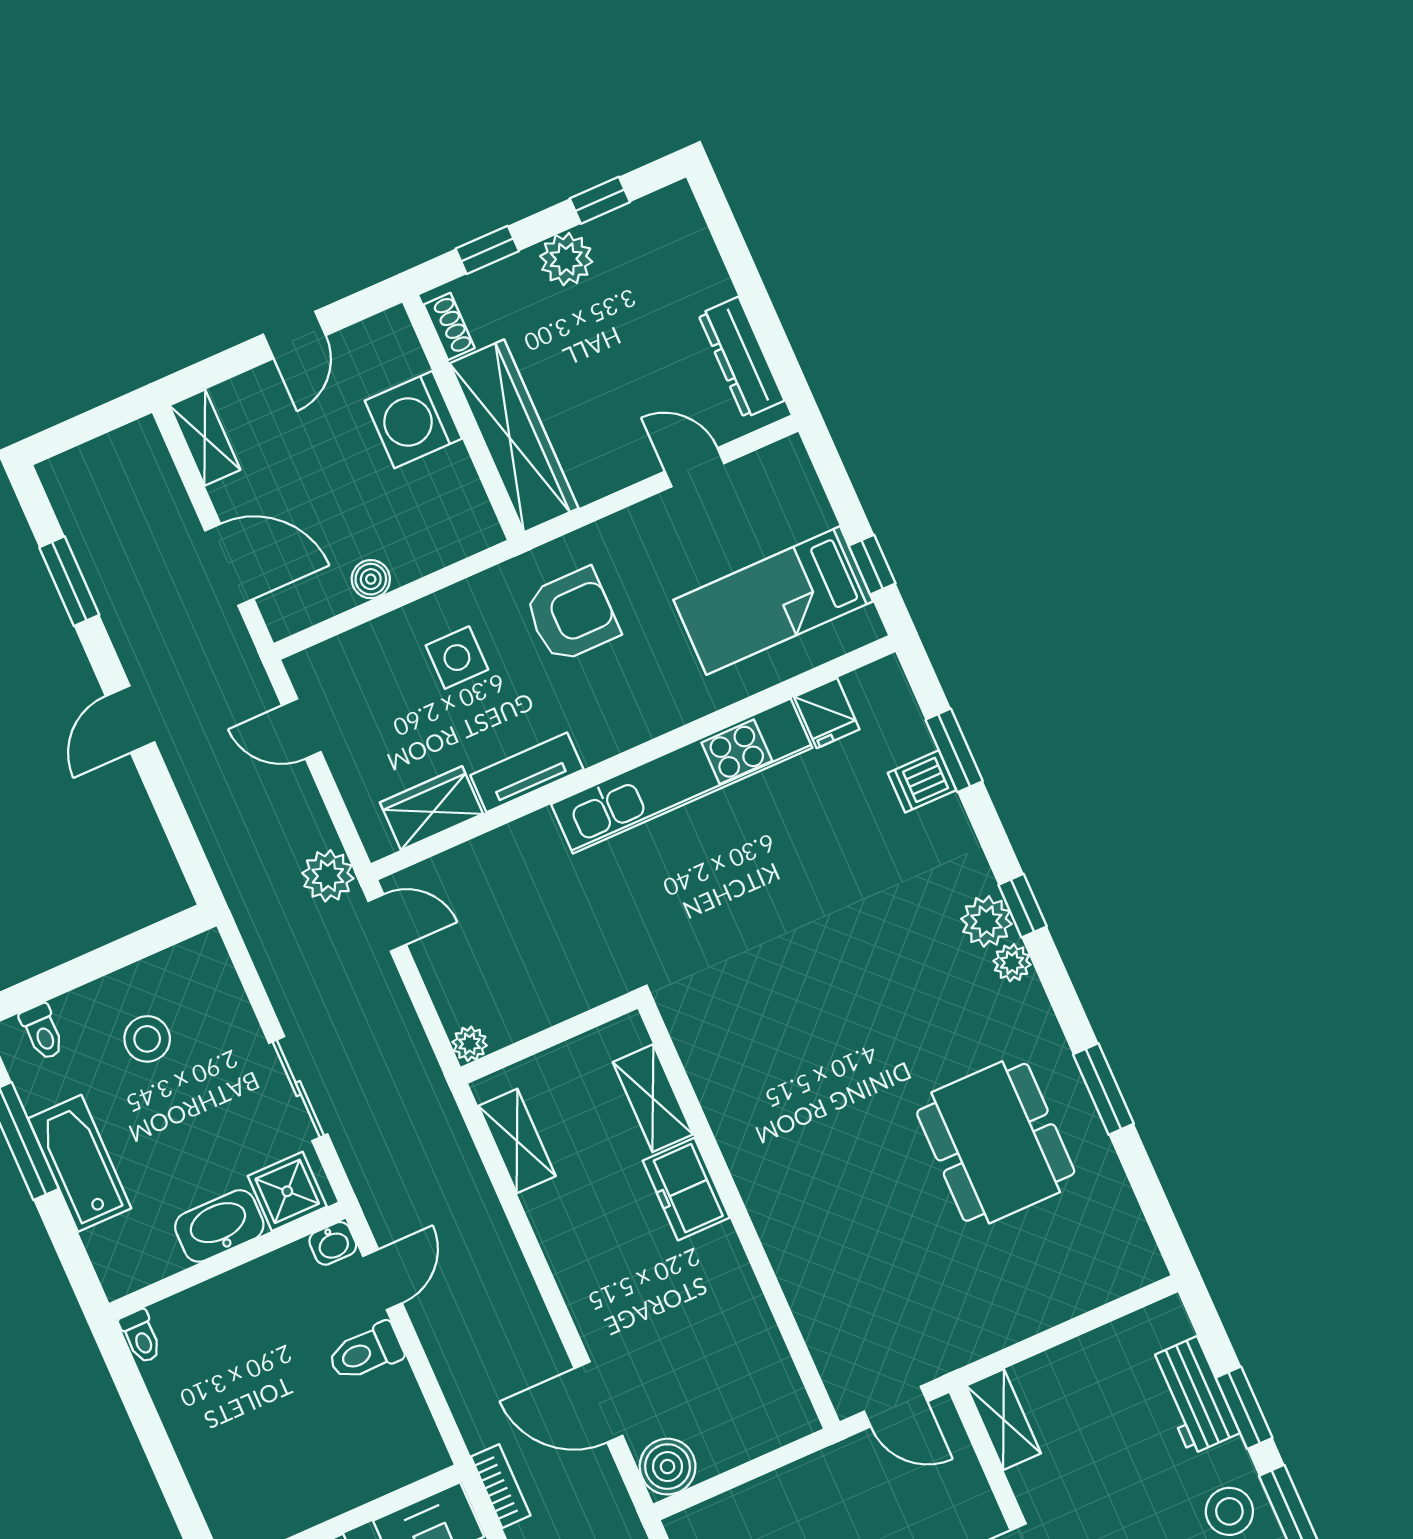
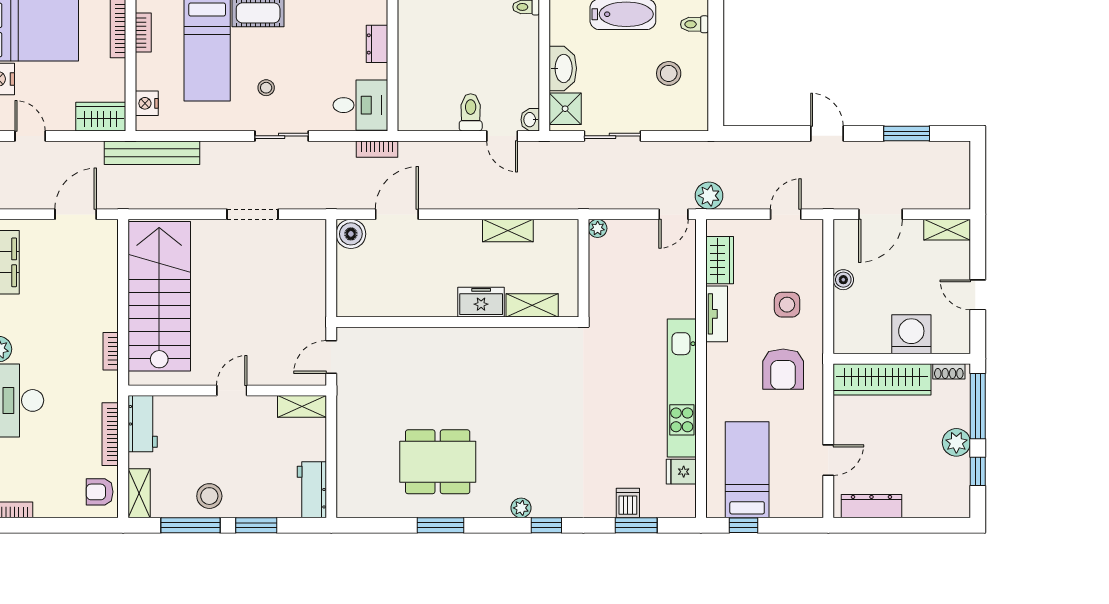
window: (487, 250) -> (978, 406), width x2.17
plant: (986, 921) -> (546, 504), removed
shelving: (517, 1141) -> (508, 231), moved
workbench: (1194, 1396) -> (312, 490), moved, turned -90

